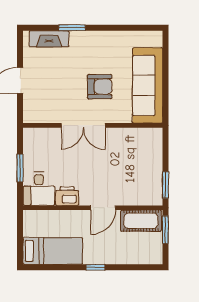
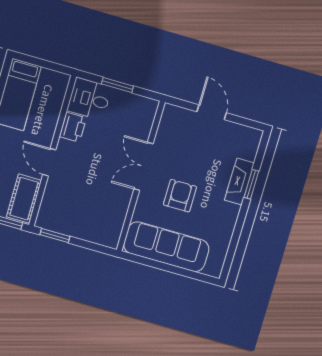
fireplace: (49, 39) -> (239, 181), moved
armchair: (100, 87) -> (180, 196), turned 180

